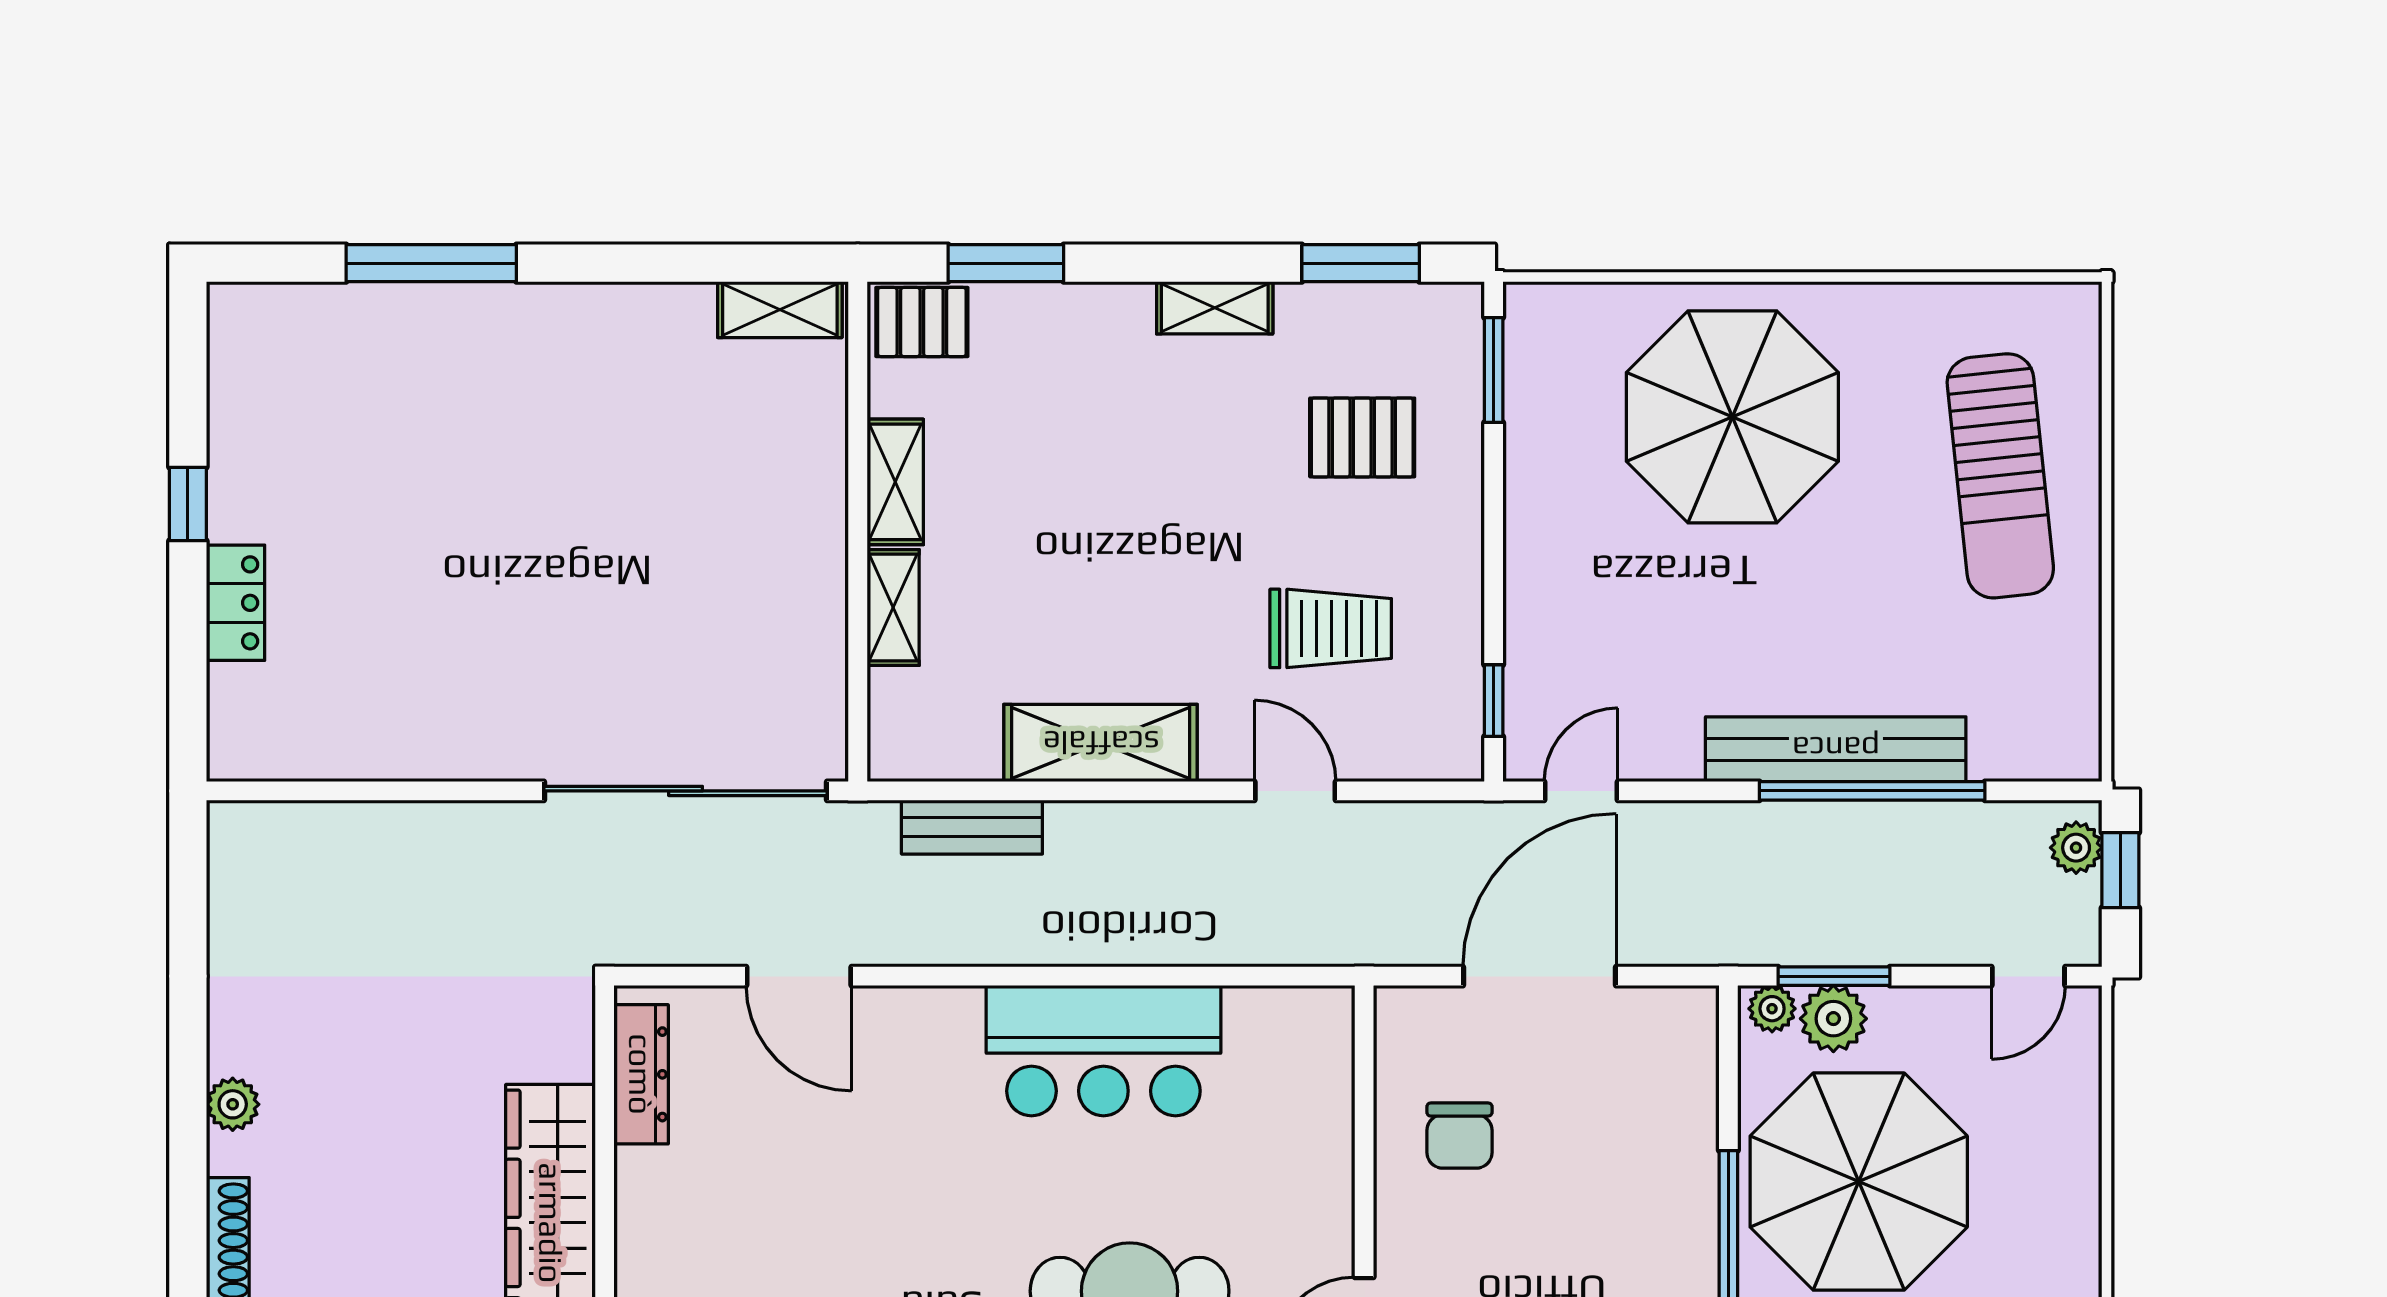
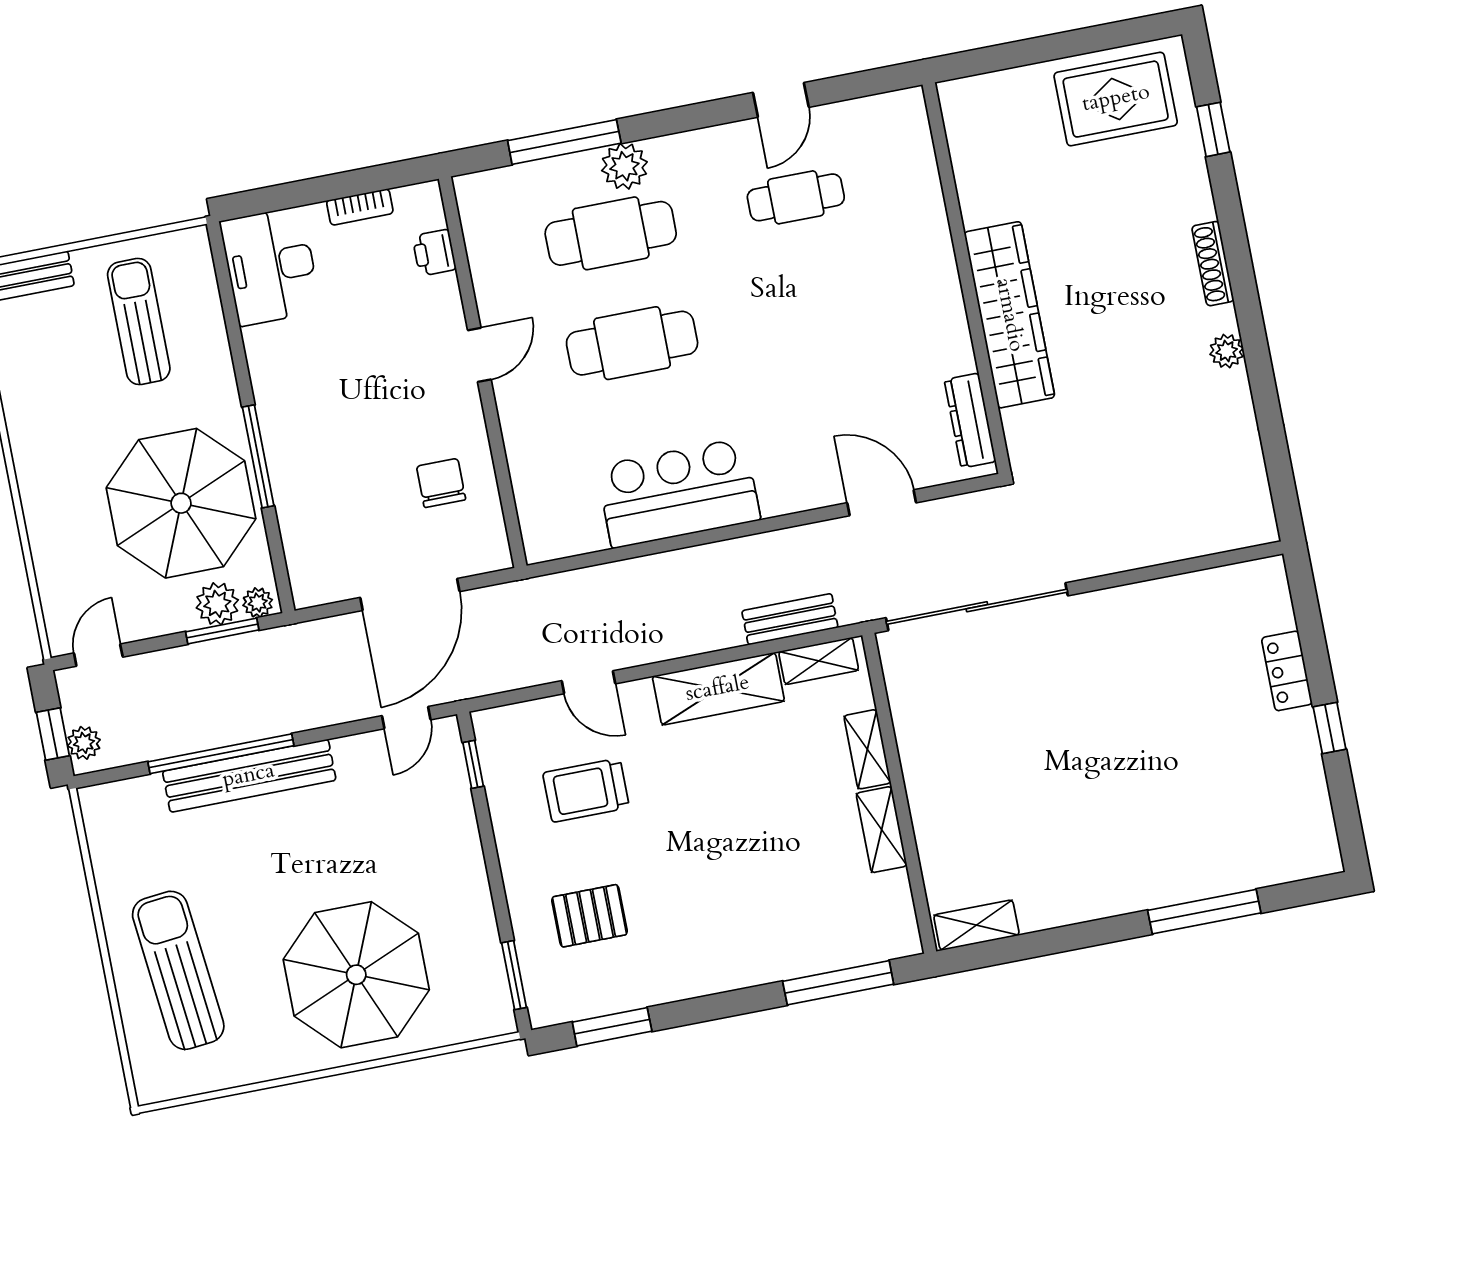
window: (1006, 263) -> (838, 983), width x1.44
shelving: (1215, 308) -> (819, 661), moved
pallet: (922, 322) -> (884, 935), removed

